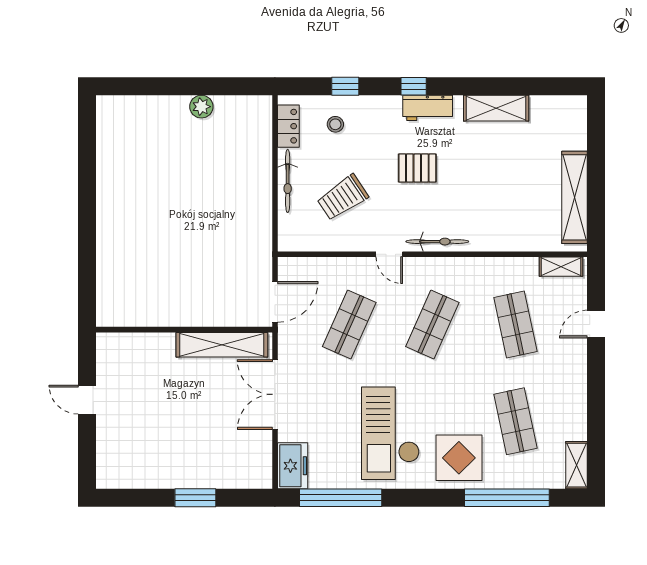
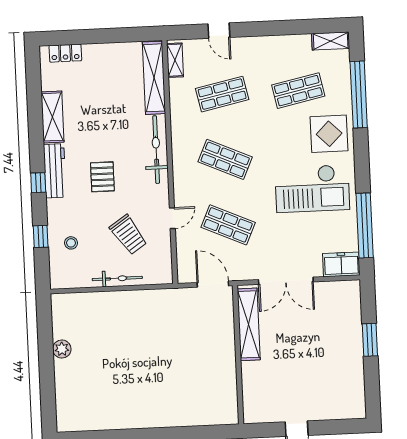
workbench: (428, 108) -> (55, 171), width x1.38
locker: (288, 126) -> (65, 53), moved, turned 180
shelving: (574, 197) -> (154, 78), moved, turned 90
bicycle: (437, 242) -> (156, 150), width x1.37, depth x1.40
door: (389, 254) -> (172, 218), moved

